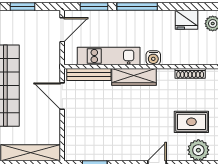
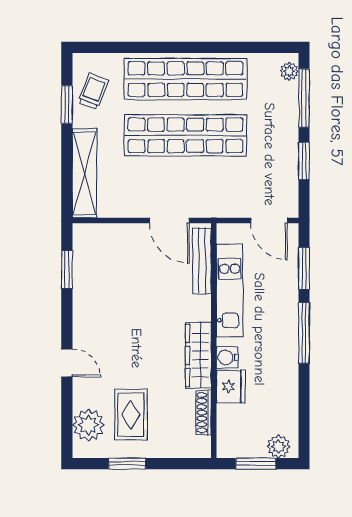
fridge: (187, 20) -> (231, 387), moved, turned 180
wardrobe: (134, 77) -> (198, 355), moved
door: (62, 96) -> (169, 221), swing flipped

